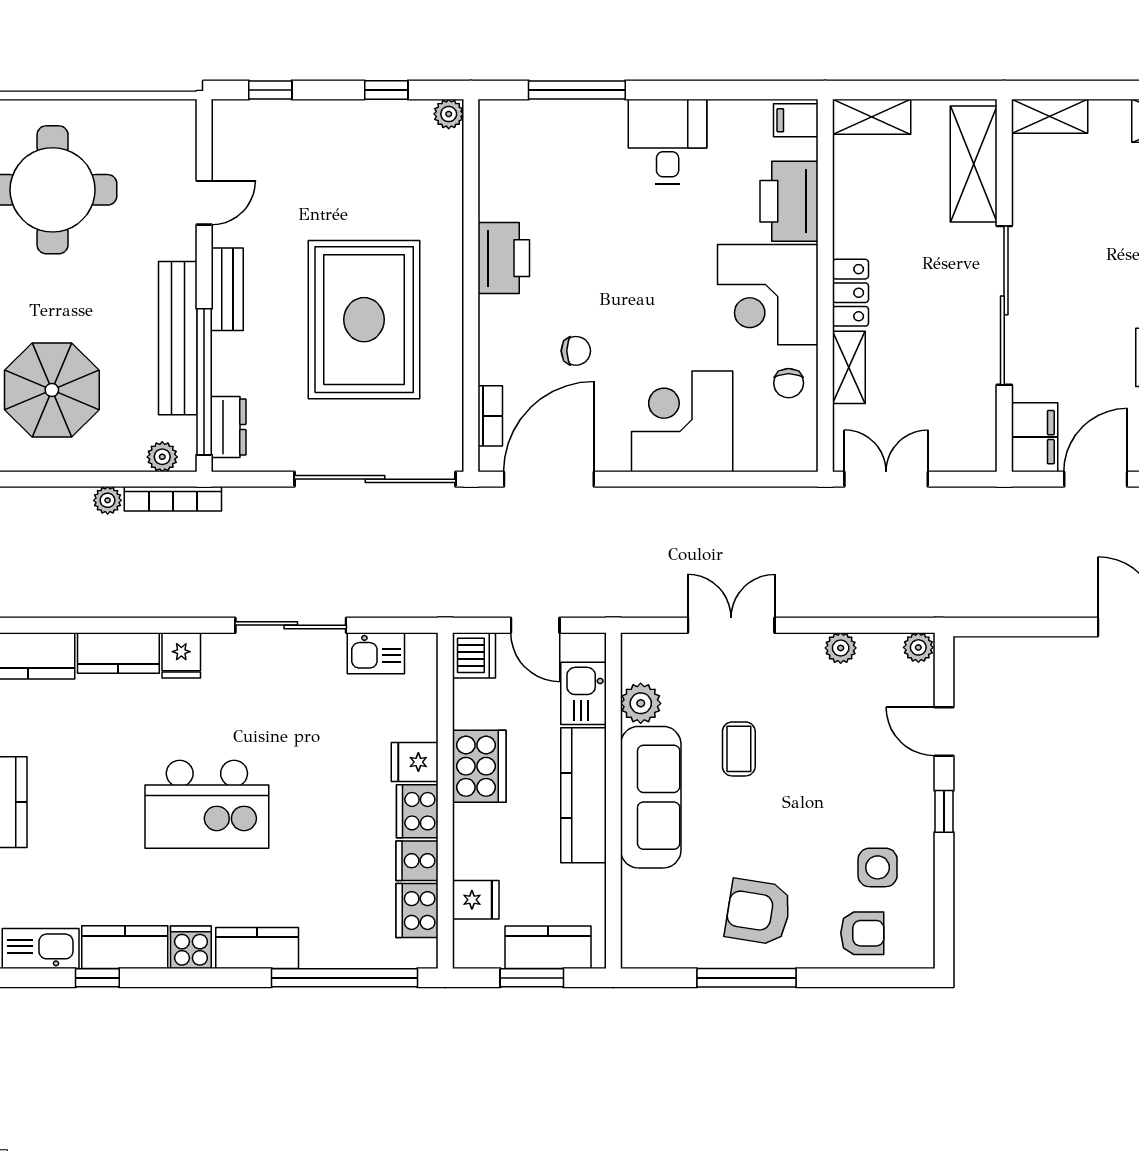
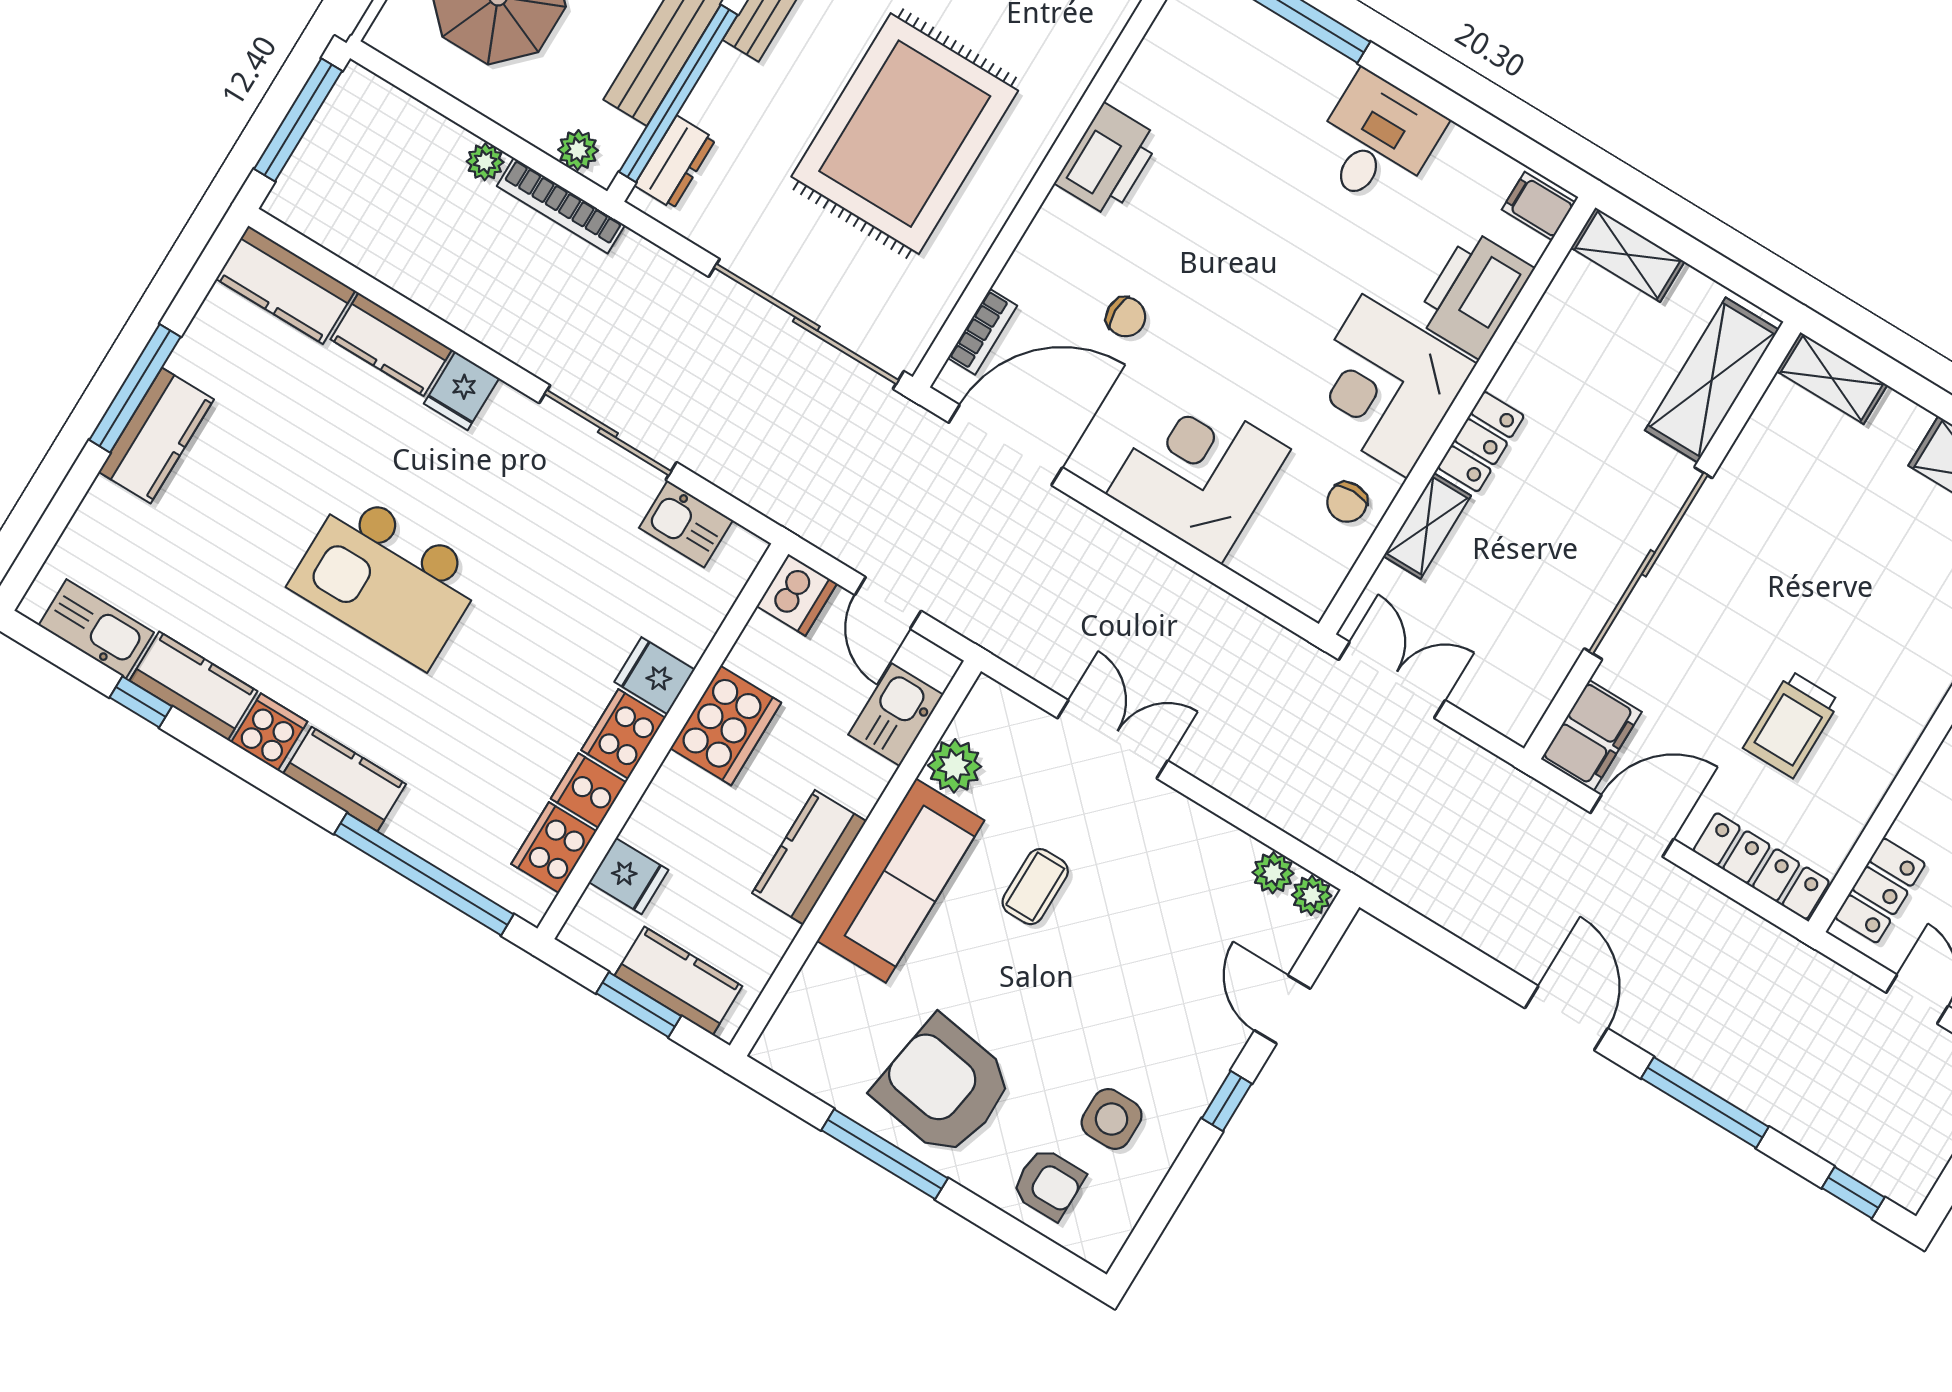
plant: (841, 648) -> (1273, 873), moved
kitchen counter: (583, 795) -> (809, 857), width x0.67
armchair: (758, 912) -> (944, 1087), width x1.36, depth x1.36

